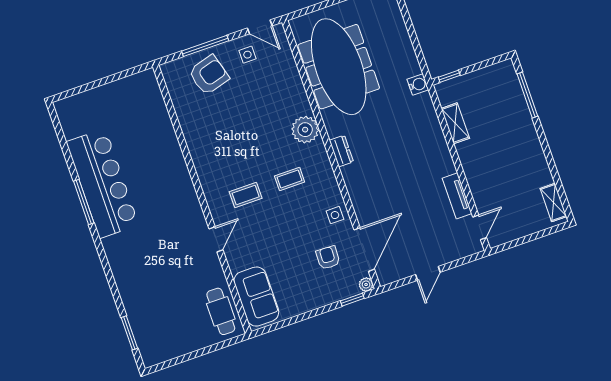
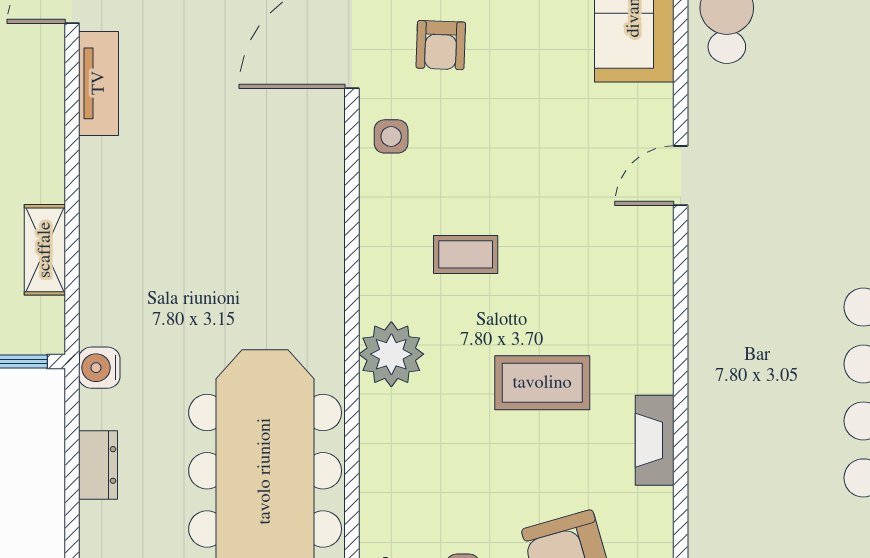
fireplace: (190, 132) -> (655, 440), added
dresser: (341, 151) -> (98, 465), moved, turned 180
coffee table: (246, 195) -> (542, 383), moved, width x1.36, depth x1.30

